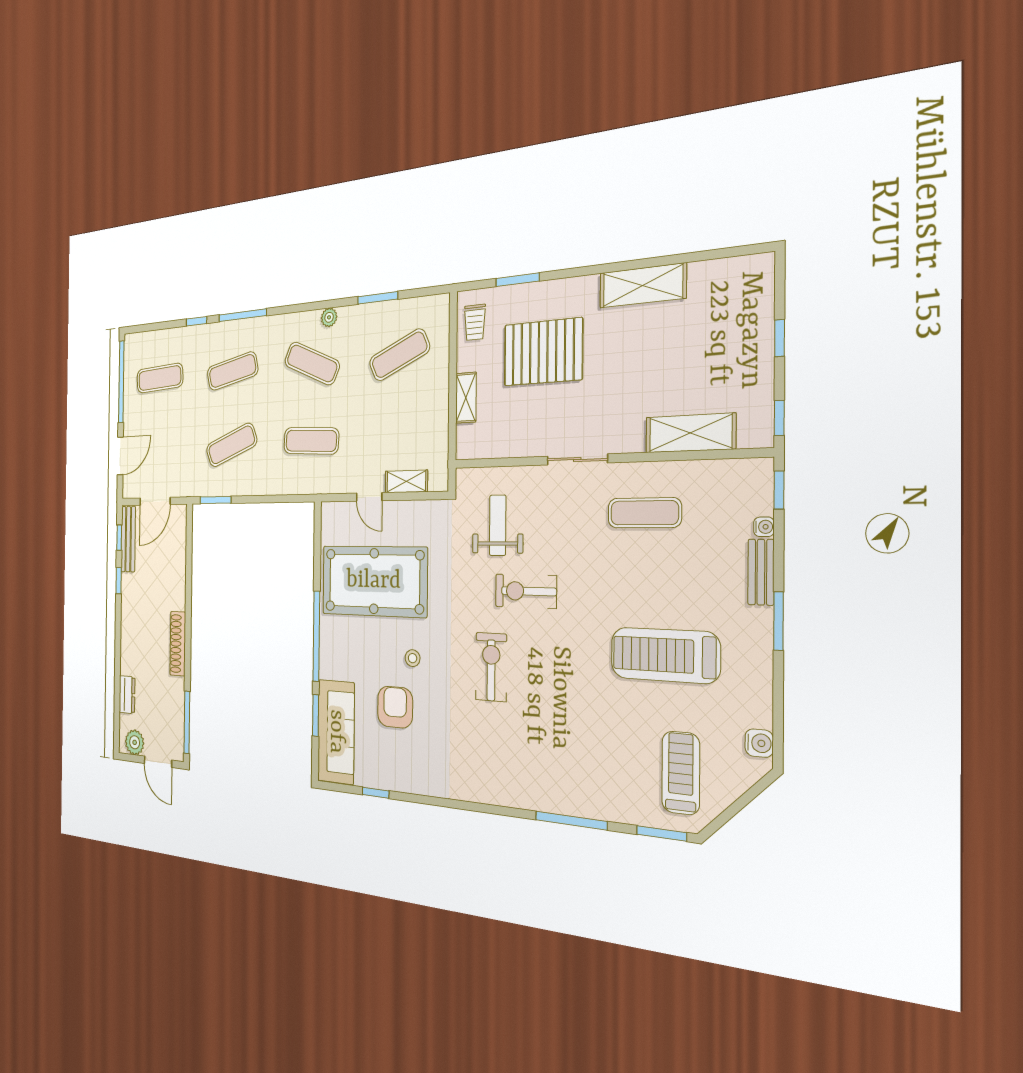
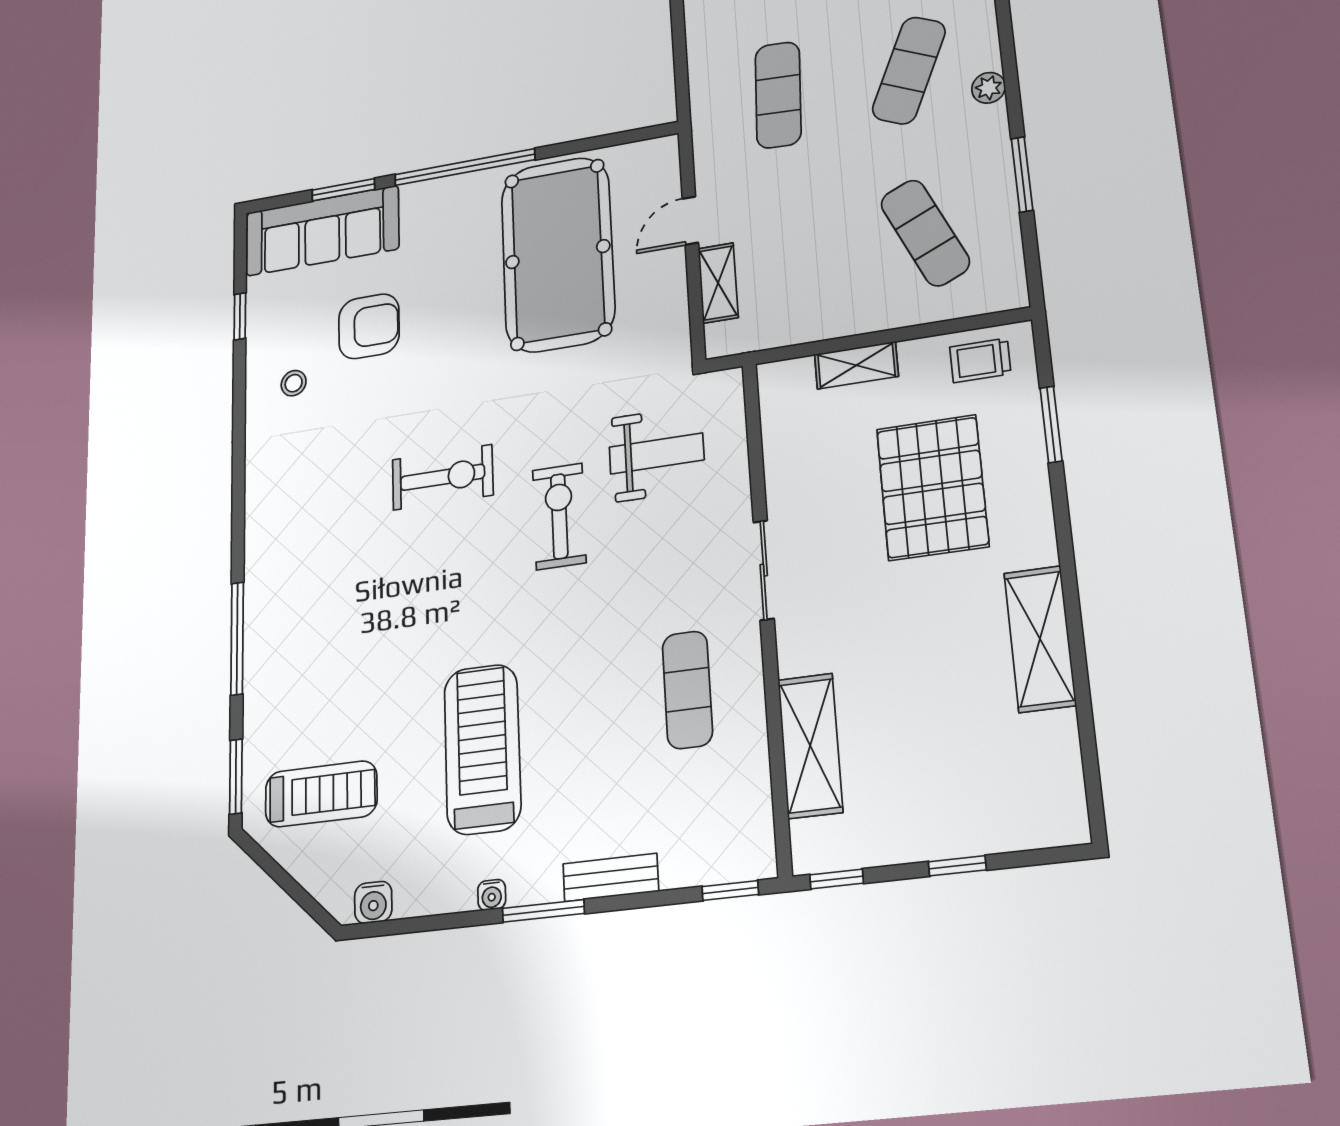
water cooler: (764, 527) -> (492, 895), moved
stool: (413, 658) -> (294, 383), moved

